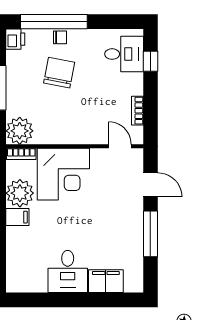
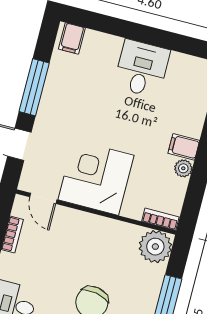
corner desk: (63, 174) -> (96, 178), moved
plant: (20, 193) -> (183, 168), width x0.53, depth x0.53
filing cabinet: (106, 281) -> (72, 38), moved, width x0.50

